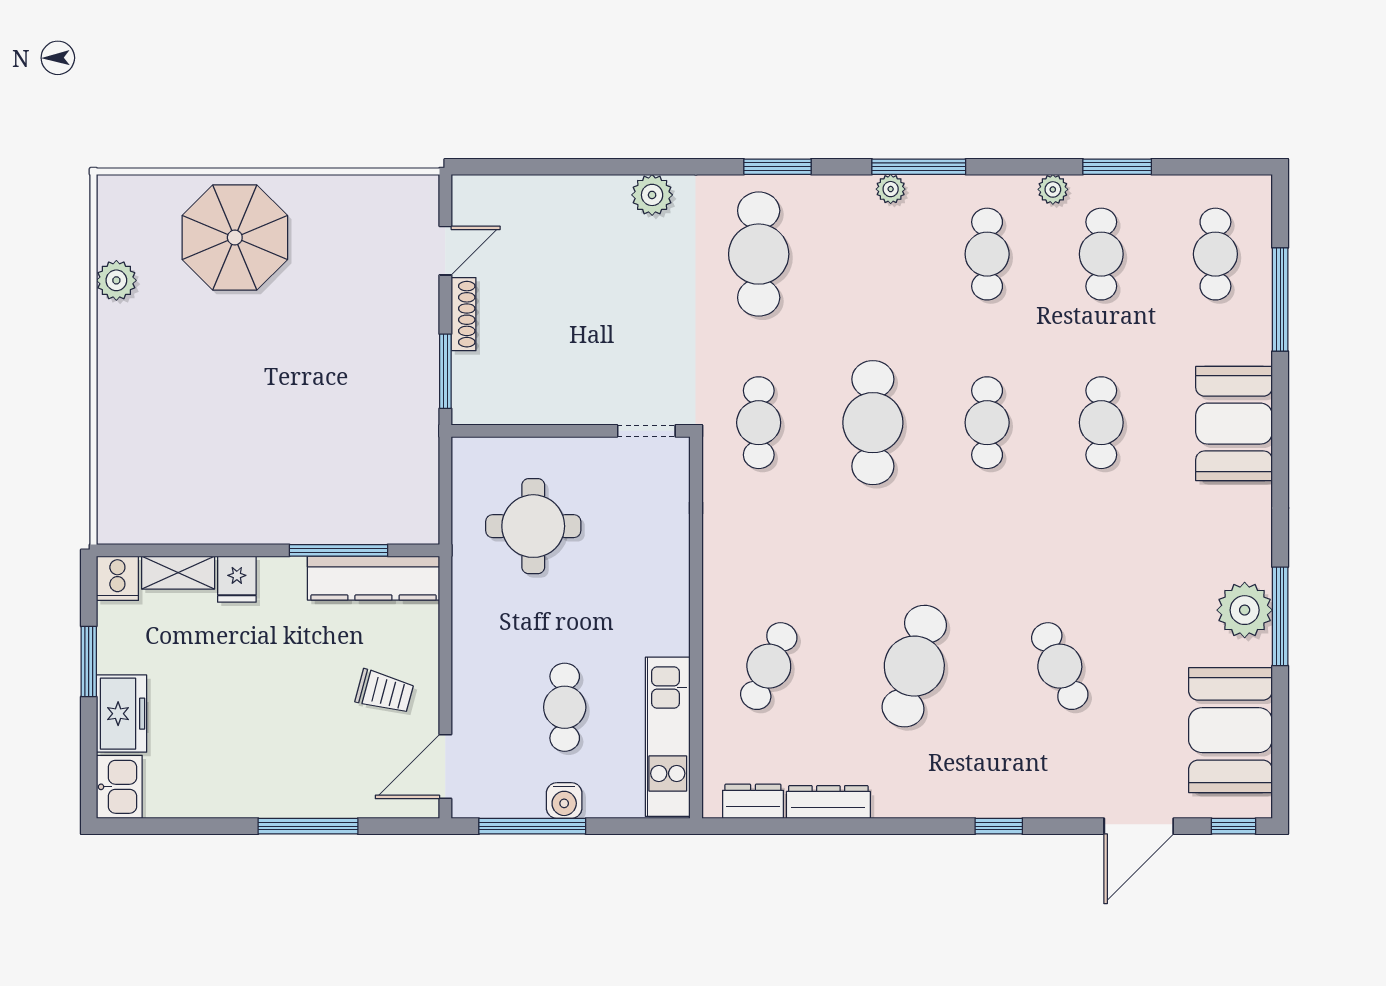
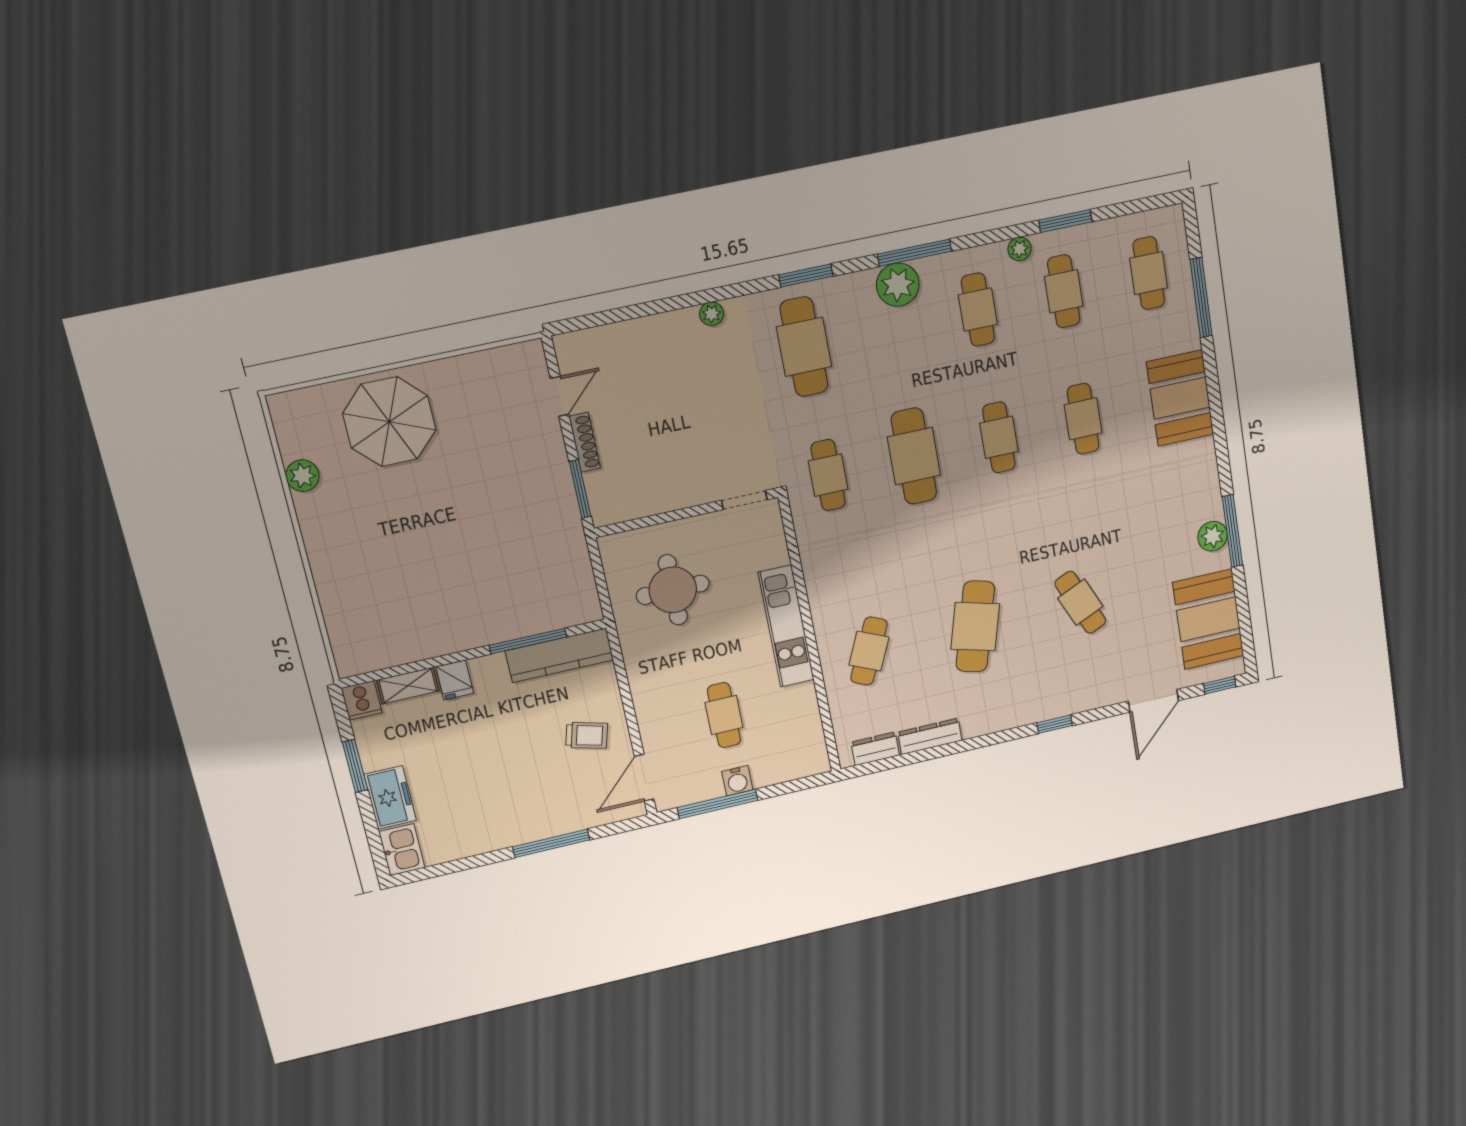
plant: (891, 189) -> (898, 285), width x1.88, depth x1.88
plant: (652, 195) -> (712, 314), width x0.73, depth x0.73
plant: (1245, 610) -> (1213, 536), width x0.73, depth x0.73
kitchen unit: (668, 737) -> (786, 626), moved

